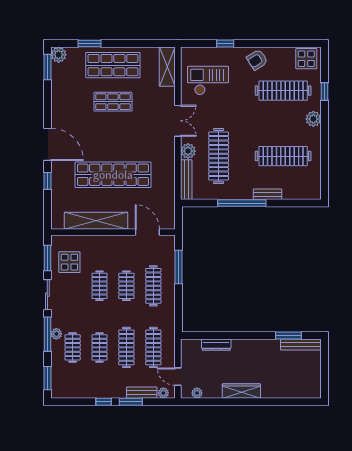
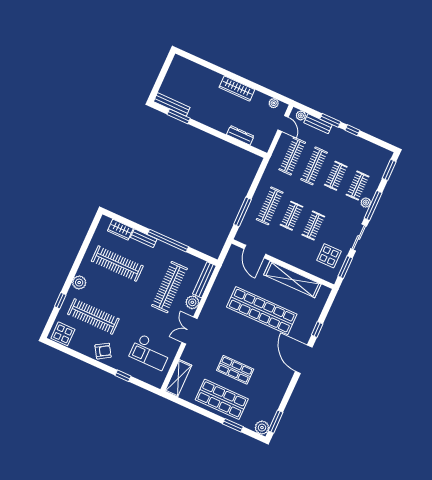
wardrobe: (296, 192) -> (120, 230), added

